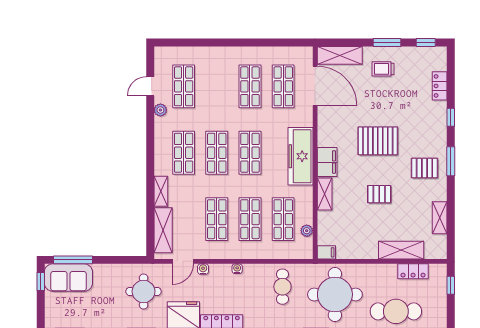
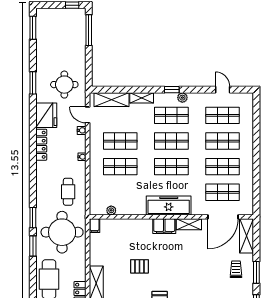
plant: (160, 110) -> (182, 98), moved
pallet: (378, 141) -> (181, 265), removed
window: (150, 152) -> (172, 90), added
shelving: (325, 194) -> (189, 224), moved
pallet: (379, 194) -> (139, 266), turned 90
shop shelf: (283, 219) -> (223, 141), moved
sofa: (68, 278) -> (75, 27), removed
cafe table: (282, 287) -> (68, 192), turned 90

